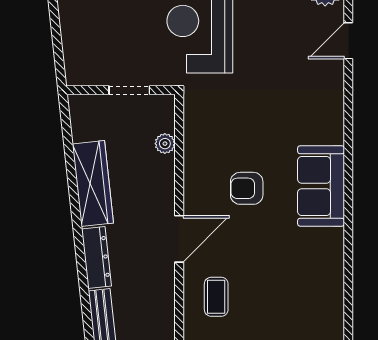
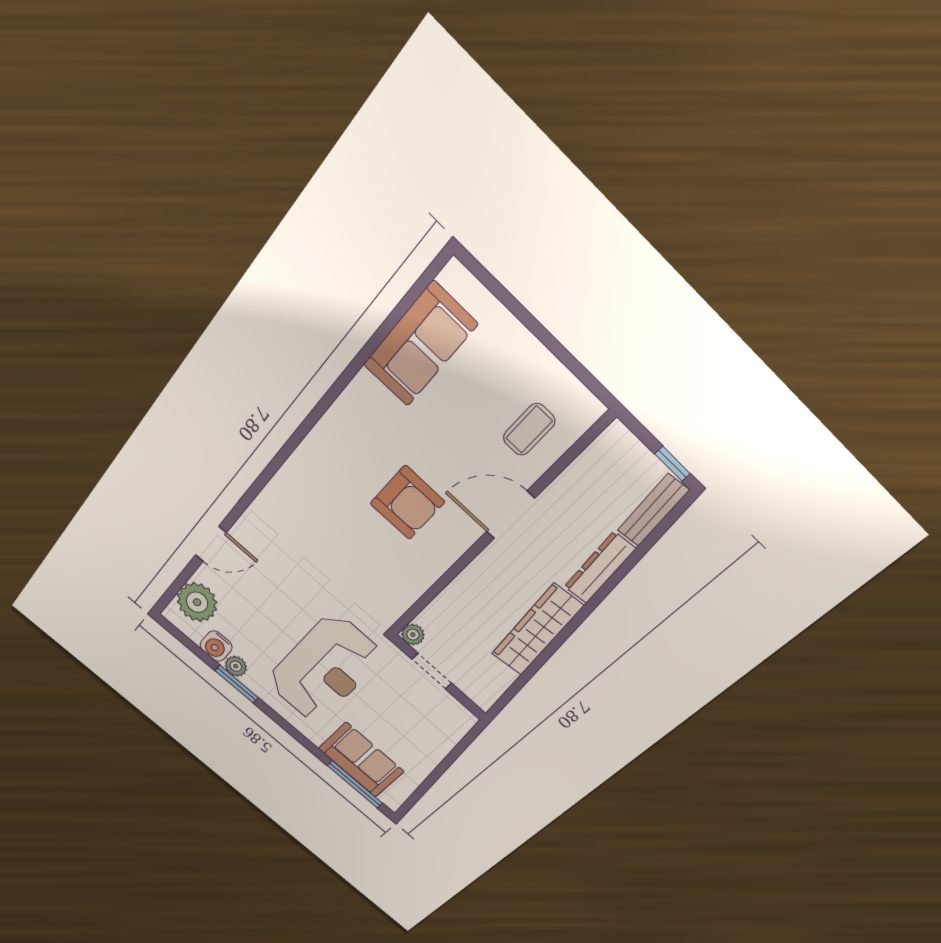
plant: (165, 144) -> (413, 635), moved
sofa: (321, 186) -> (420, 344), moved
armchair: (247, 188) -> (407, 503), width x1.38, depth x1.38

